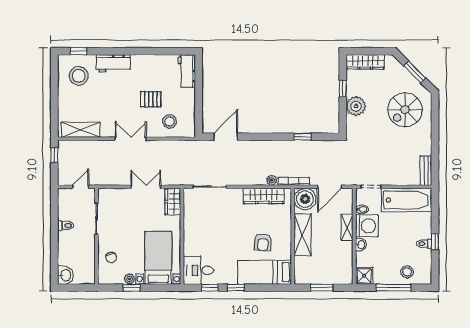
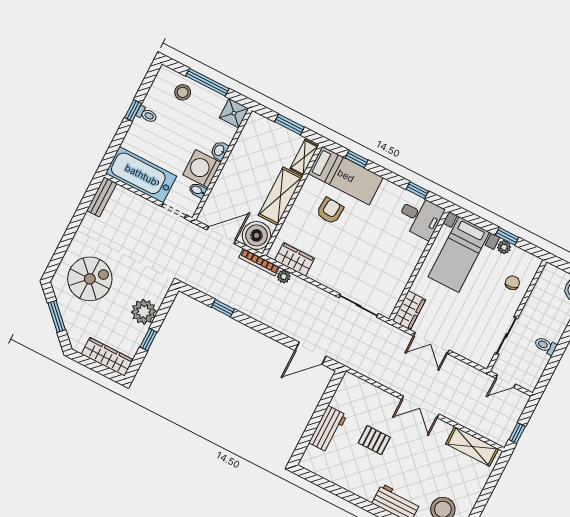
workbench: (187, 71) -> (328, 429), moved
stool: (170, 122) -> (366, 404), removed
wardrobe: (264, 196) -> (294, 259), width x0.67
shelving: (347, 227) -> (304, 157), moved
window: (236, 288) -> (357, 159), moved

